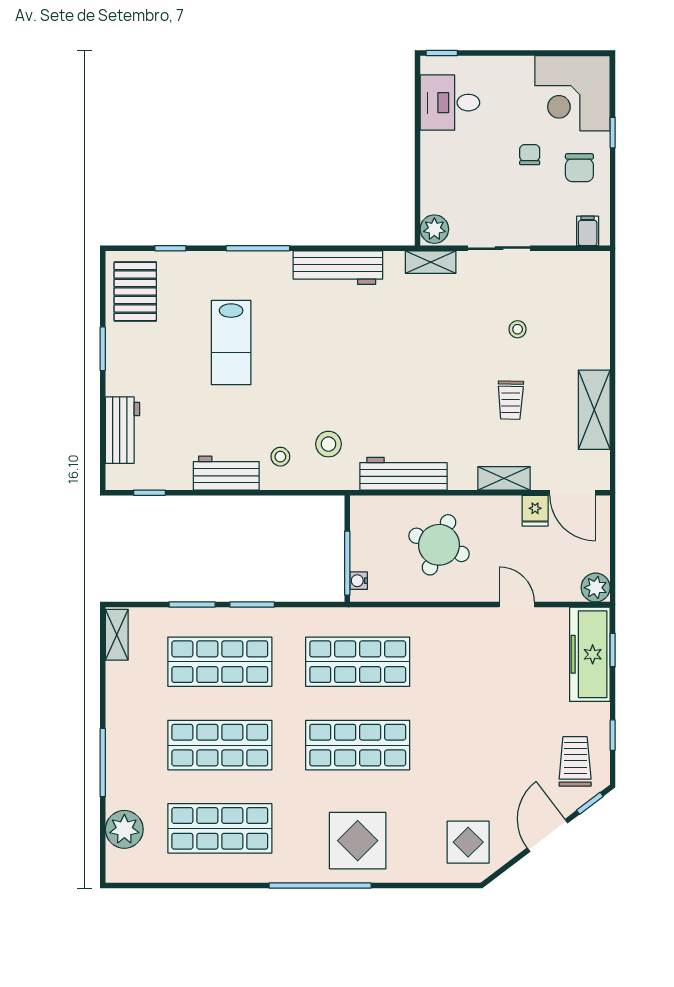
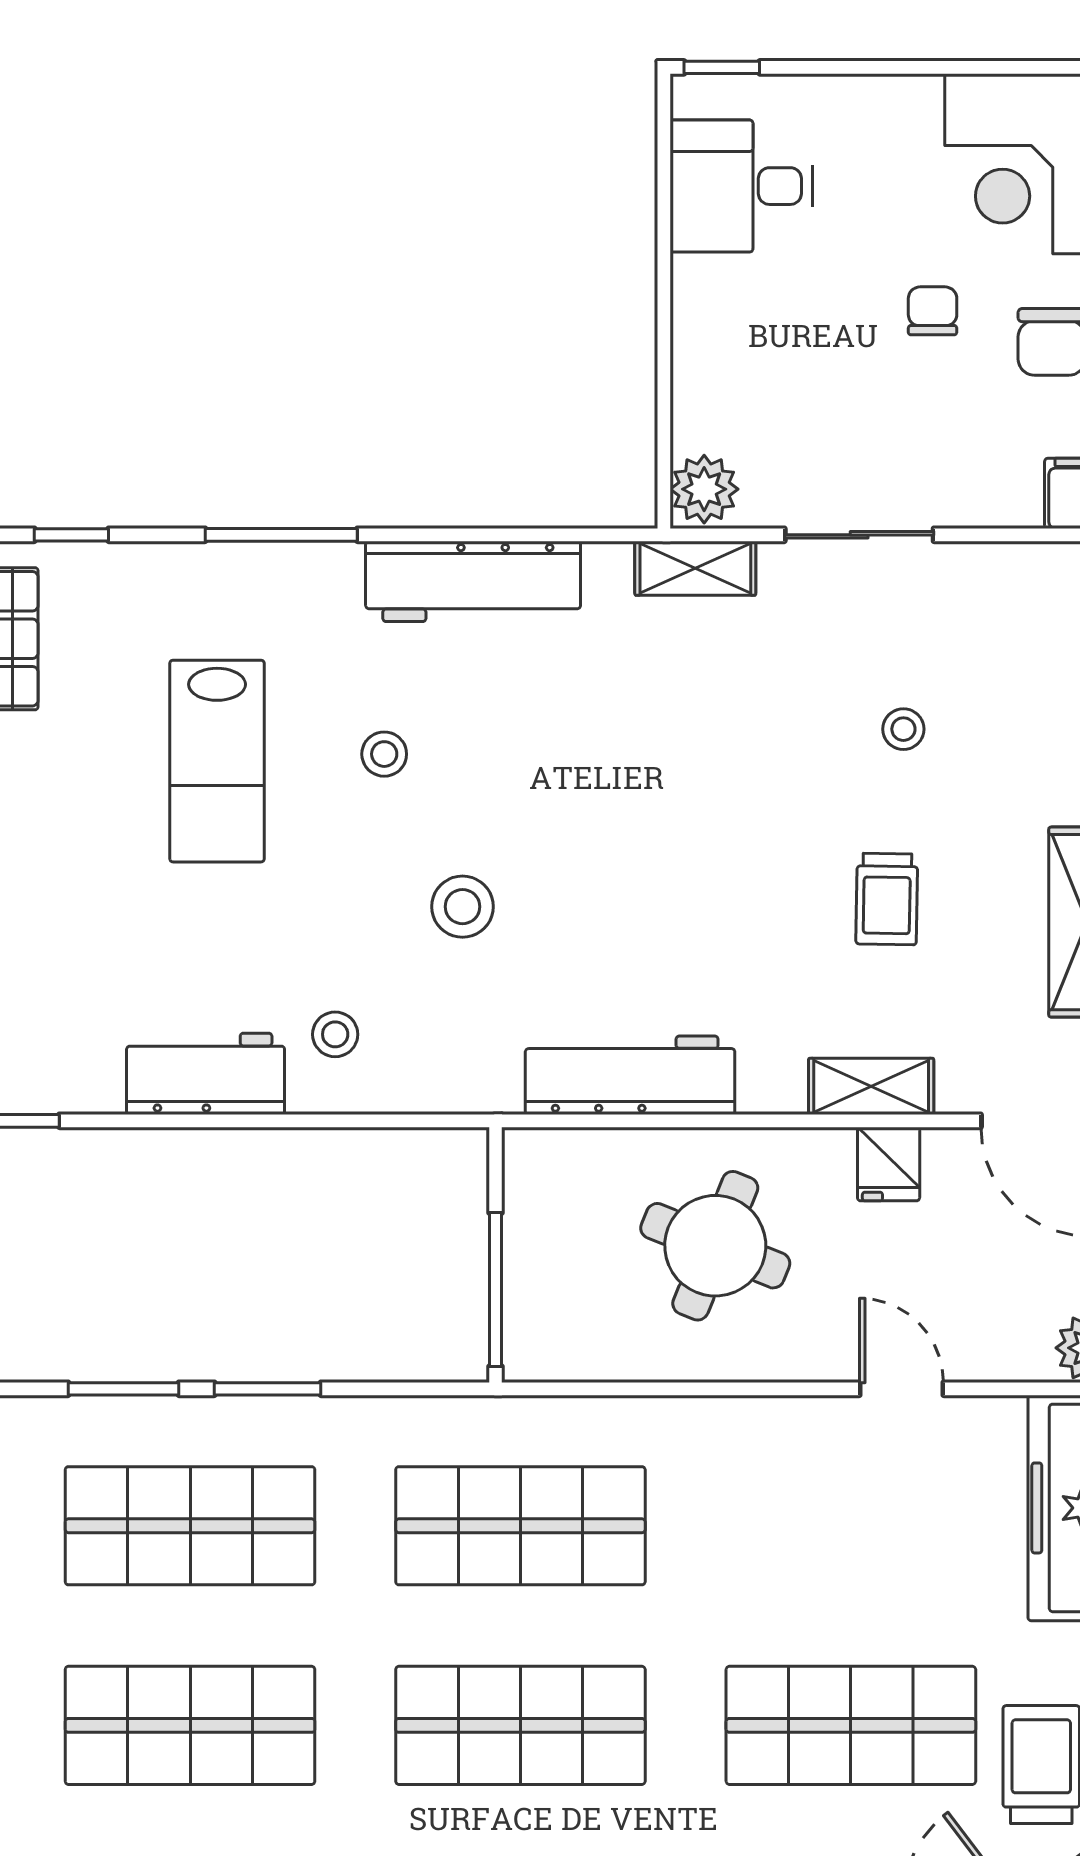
stool: (301, 340) -> (384, 754), added
stool: (328, 444) -> (462, 907), moved
fridge: (535, 511) -> (889, 1164), moved
water cooler: (359, 581) -> (523, 1332), removed
shop shelf: (496, 745) -> (851, 1725), added

